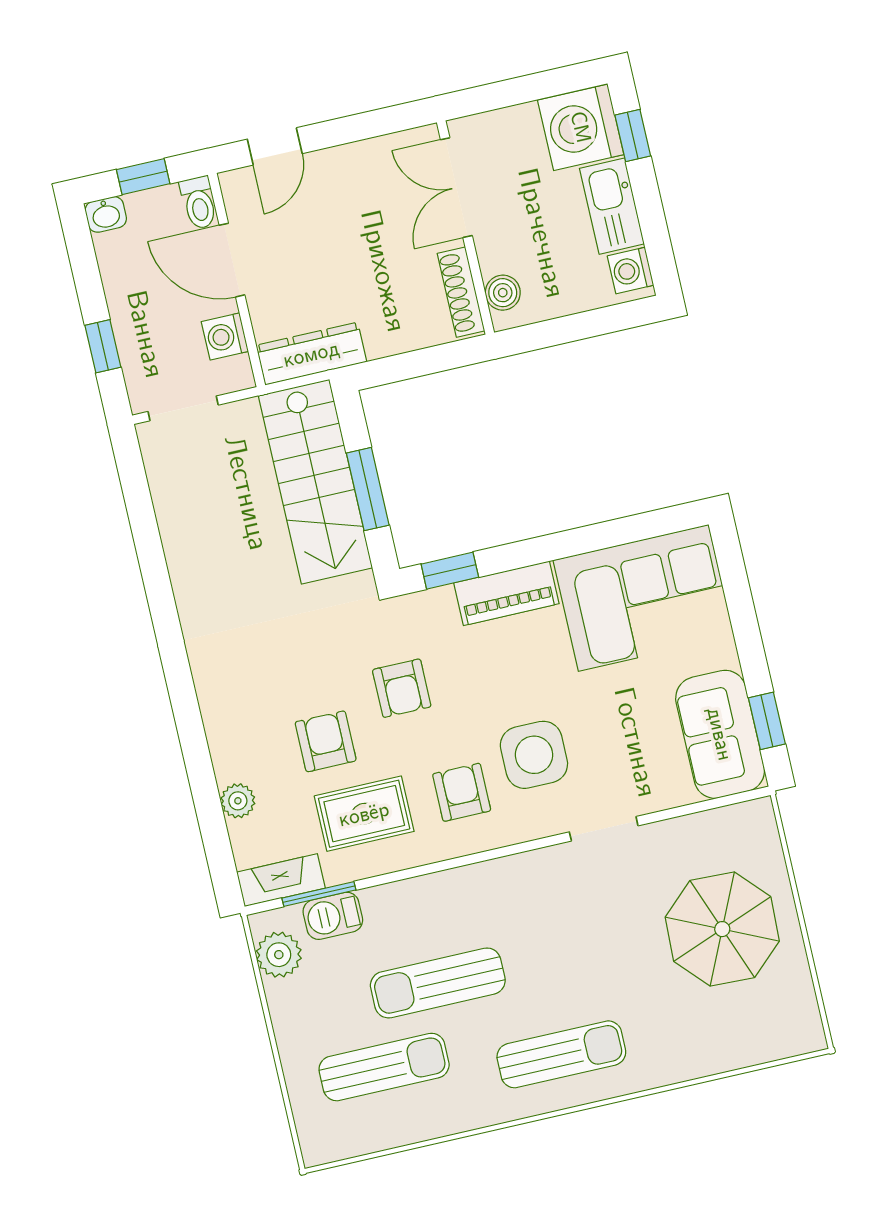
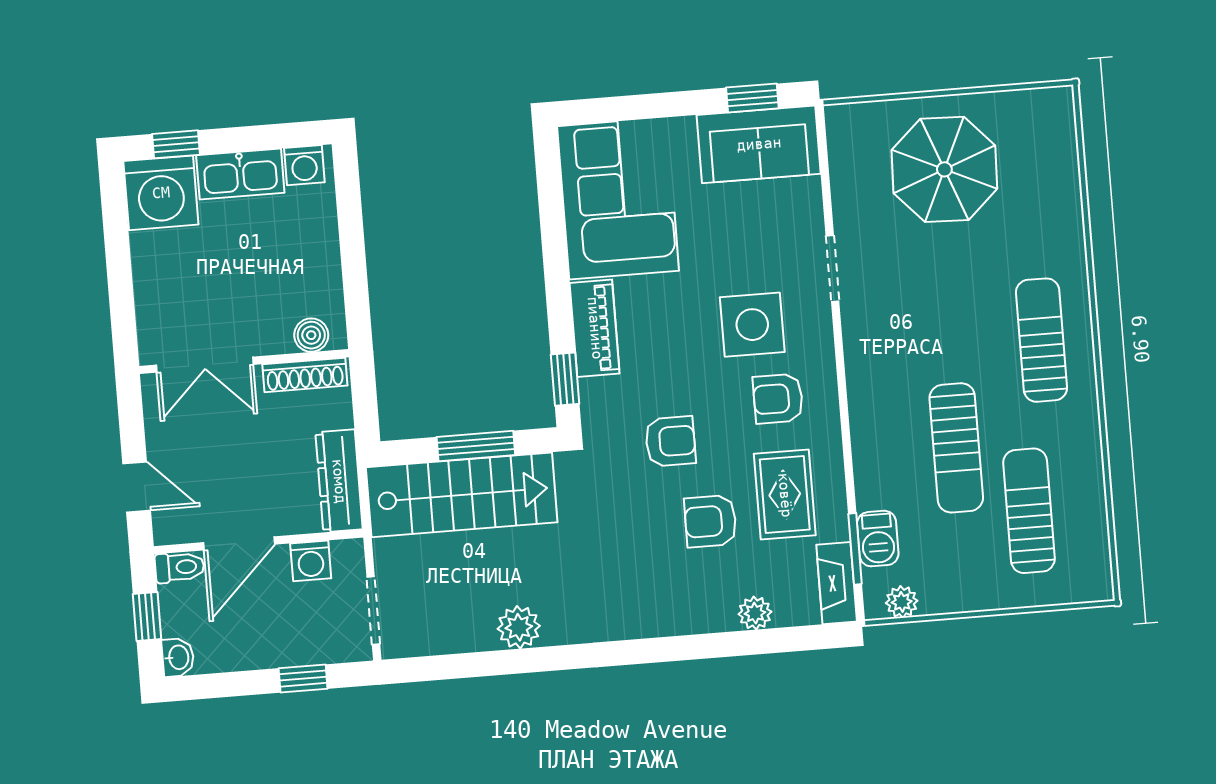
double door: (456, 188) -> (205, 365), moved
wall: (466, 228) -> (244, 362), moved
shoe rack: (461, 292) -> (305, 375), moved
boiler: (503, 293) -> (311, 335), moved
plant: (188, 560) -> (519, 627), added
plant: (279, 955) -> (902, 602), width x0.73, depth x0.73

